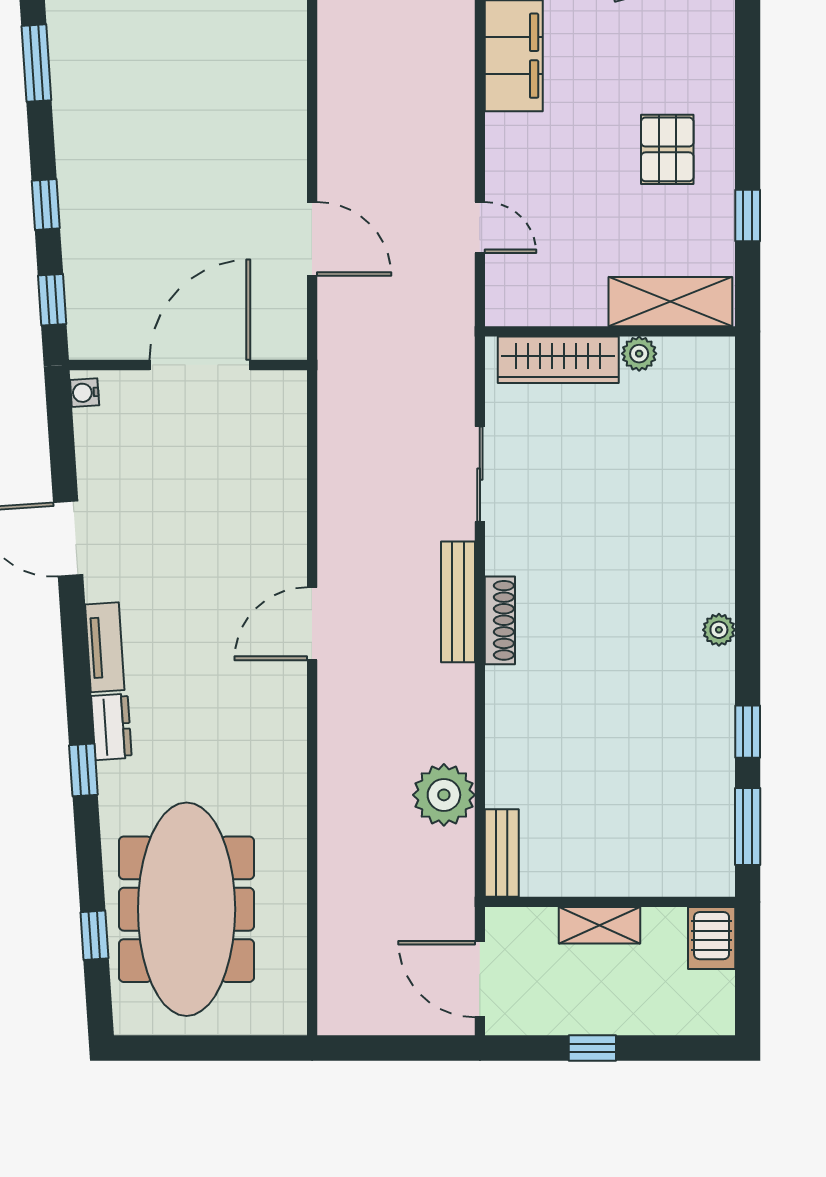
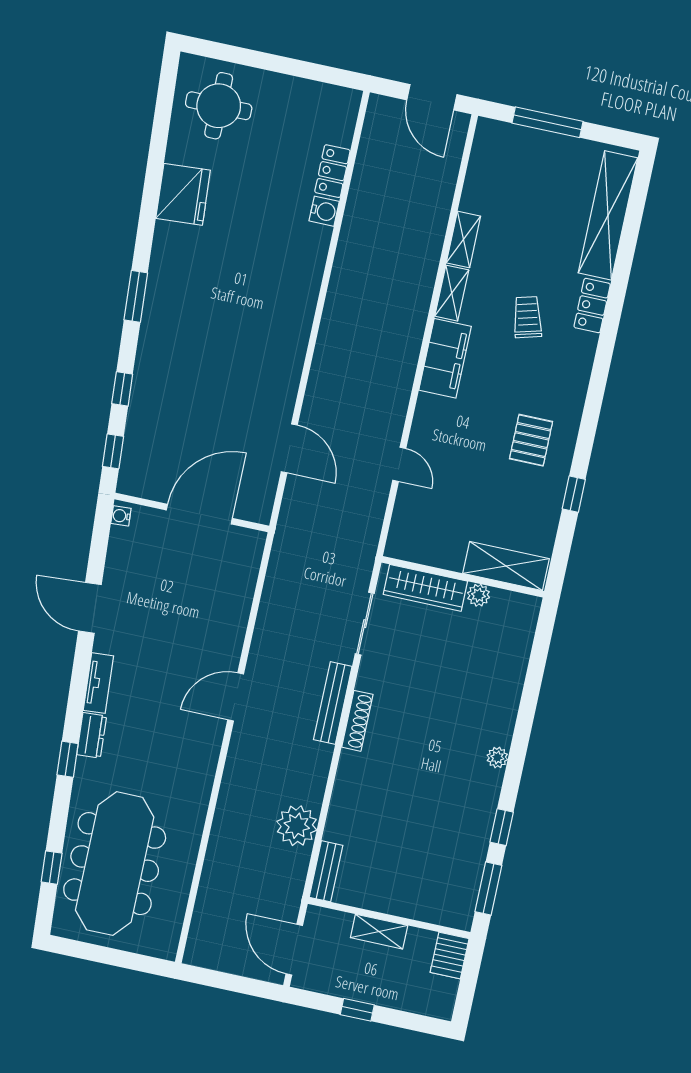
shelving: (670, 302) -> (506, 566), moved
wall: (610, 331) -> (463, 577), moved
plant: (639, 354) -> (479, 595), moved
wardrobe: (558, 360) -> (425, 588), moved

